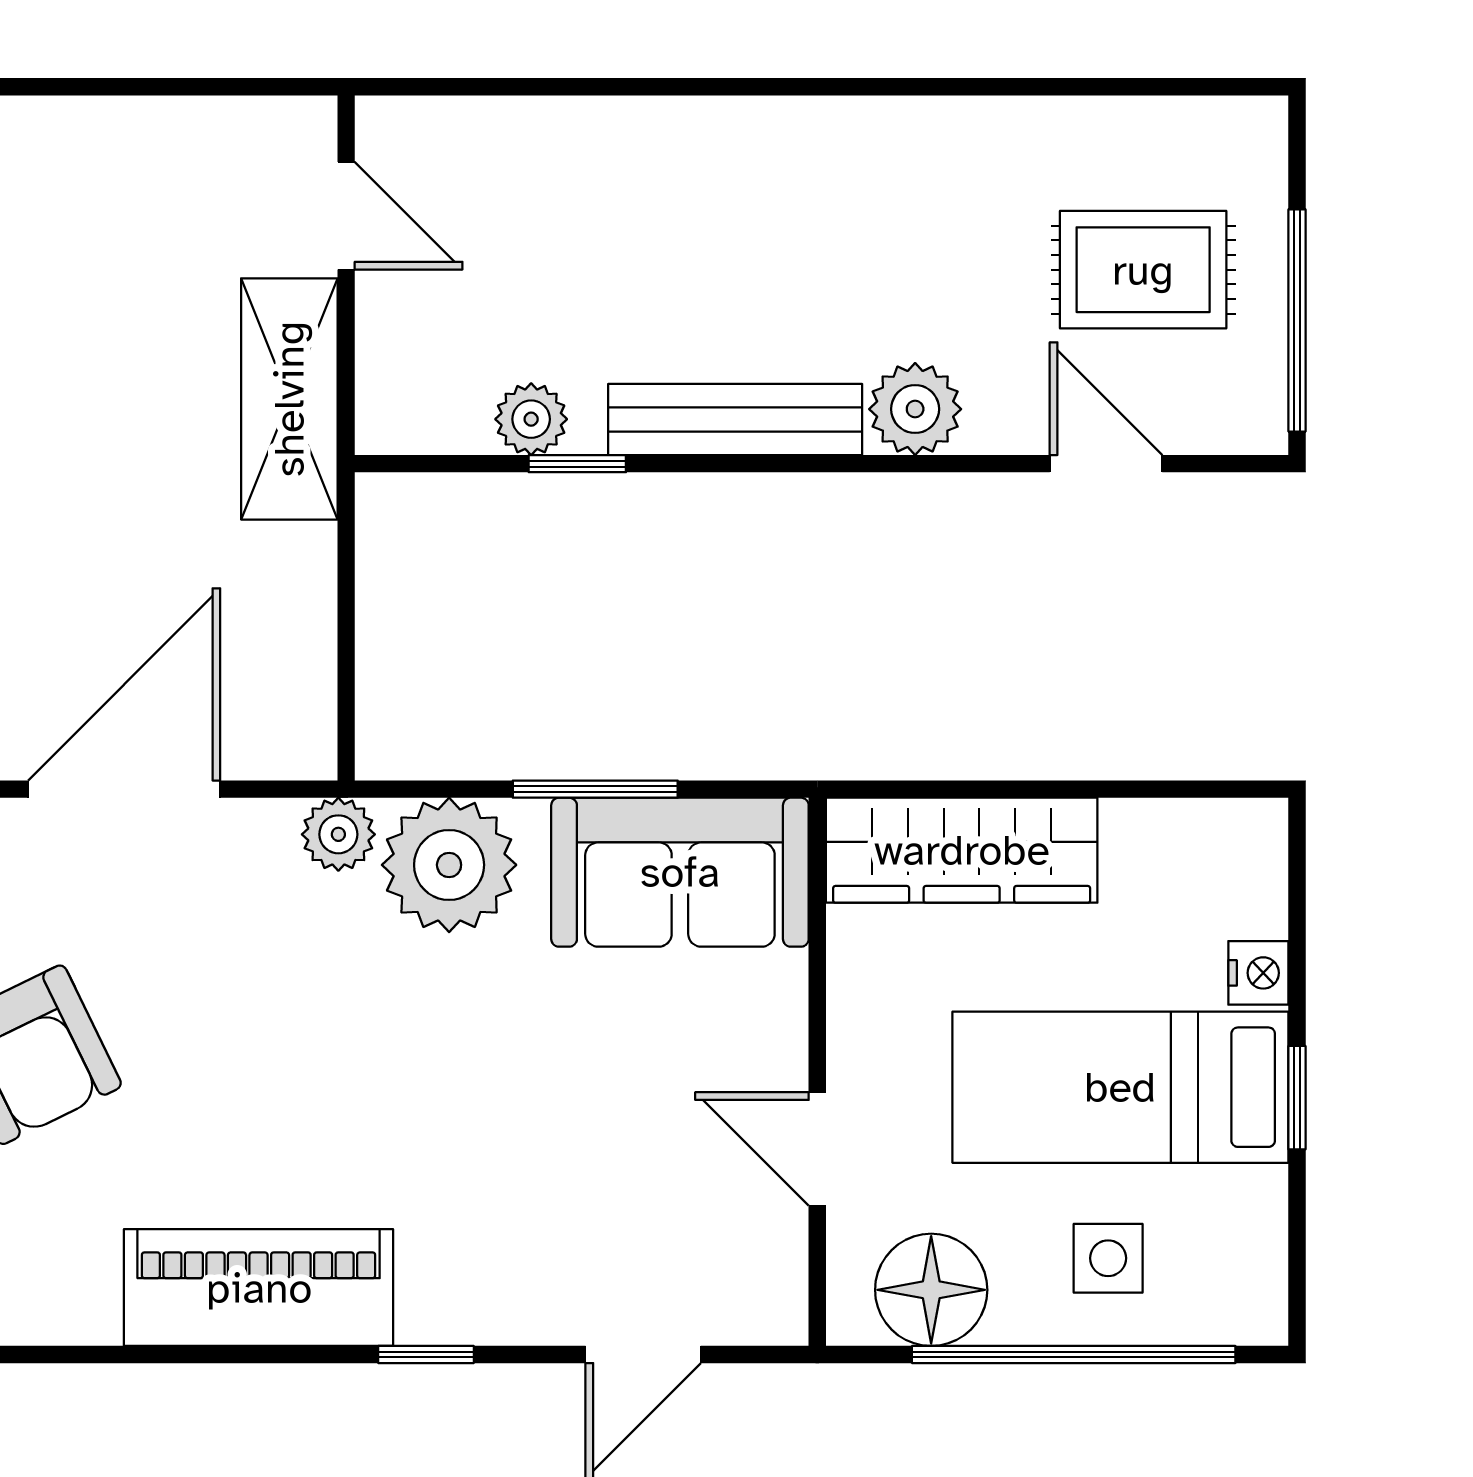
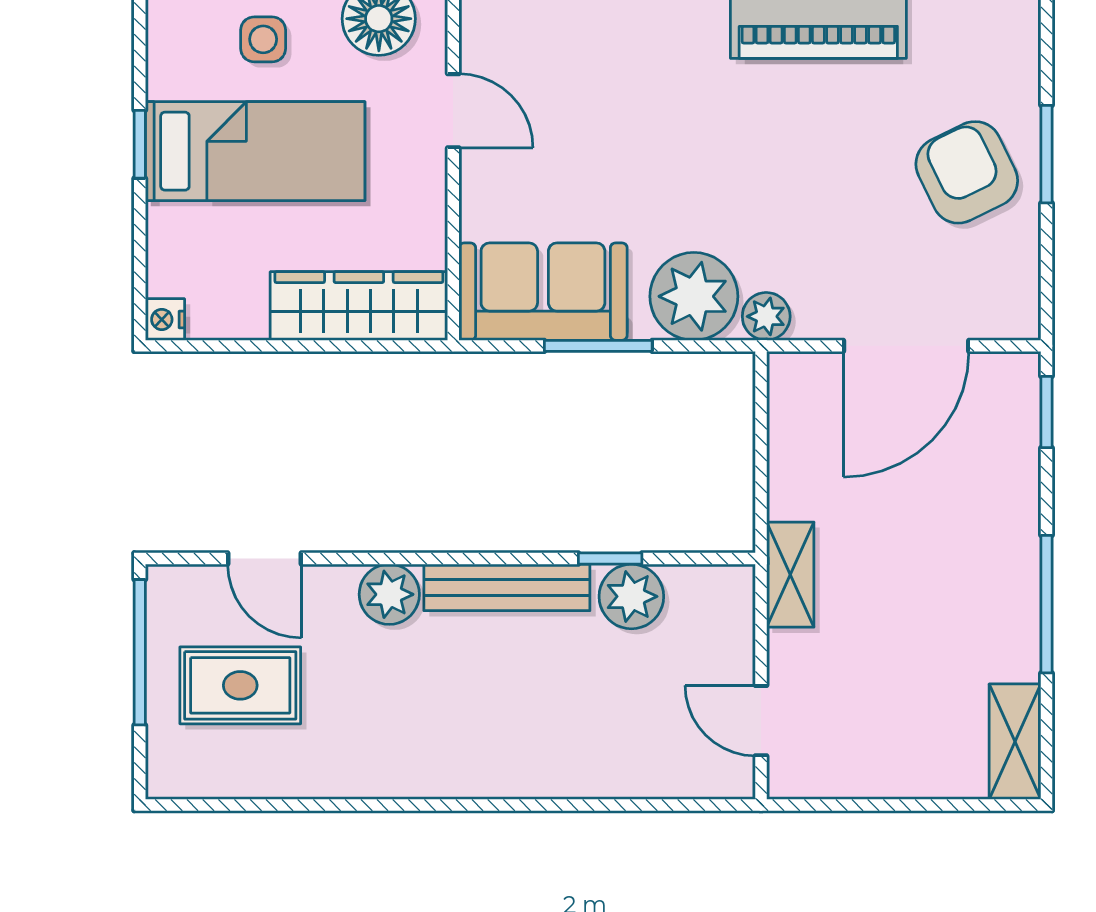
shelving: (289, 399) -> (790, 575), width x0.67, depth x0.75
plant: (531, 419) -> (631, 596), width x1.38, depth x1.38
nightstand: (1258, 973) -> (165, 319), moved

